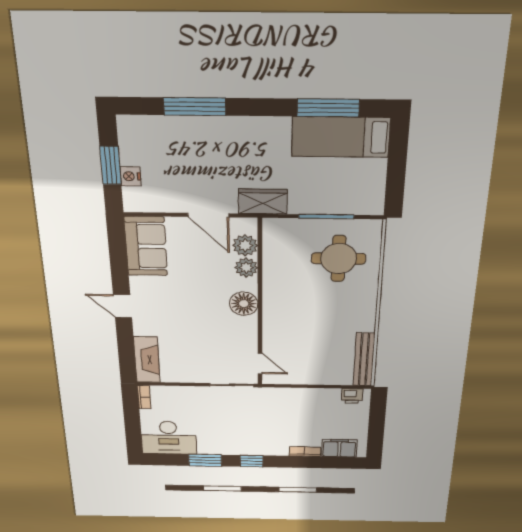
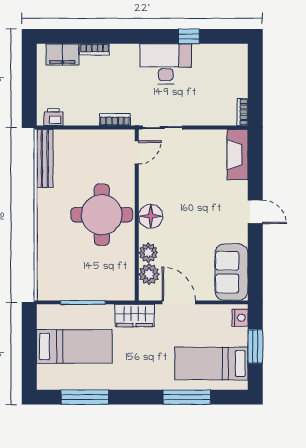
bed: (341, 137) -> (74, 346), moved
bed: (165, 146) -> (211, 363), added
nightstand: (130, 176) -> (240, 318), moved
round table: (339, 259) -> (102, 215), moved, width x1.36, depth x1.36
door: (260, 363) -> (137, 152), swing flipped
bookcase: (284, 393) -> (115, 120), added
desk: (169, 438) -> (166, 64), moved
window: (205, 460) -> (189, 36), width x0.67
window: (252, 461) -> (145, 36), removed

